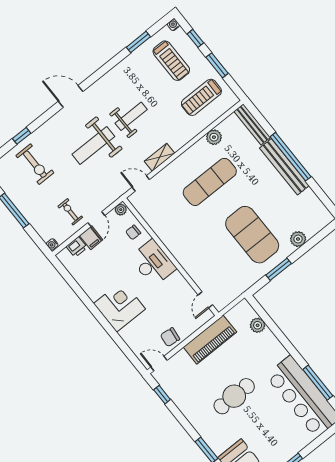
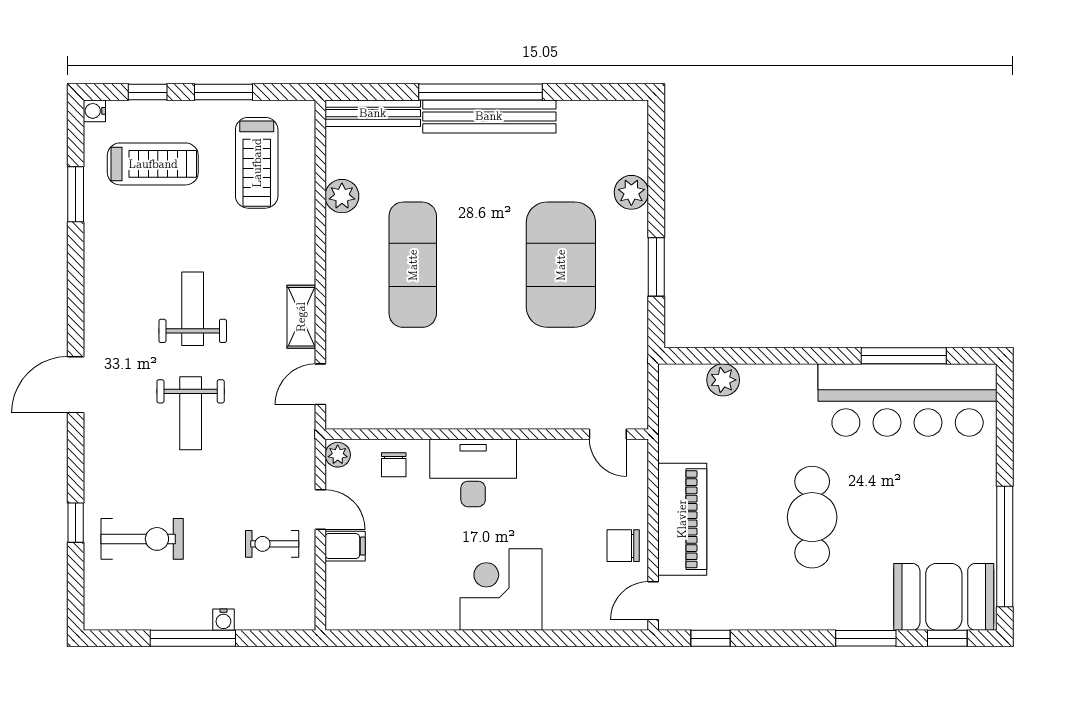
weight bench: (93, 145) -> (191, 413), width x0.73, depth x0.75
exercise mat: (252, 235) -> (561, 265), turned 90
water cooler: (52, 244) -> (223, 620), moved
printer: (77, 247) -> (341, 581), removed
chair: (170, 337) -> (623, 546), turned 83
piano: (210, 340) -> (682, 519), moved

